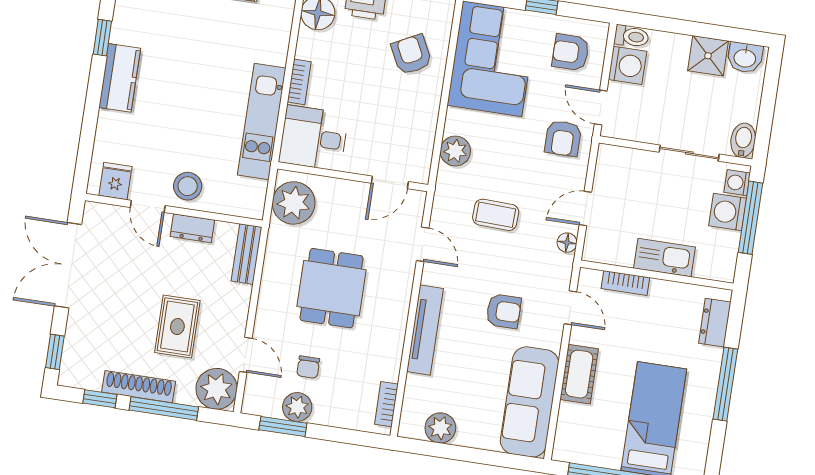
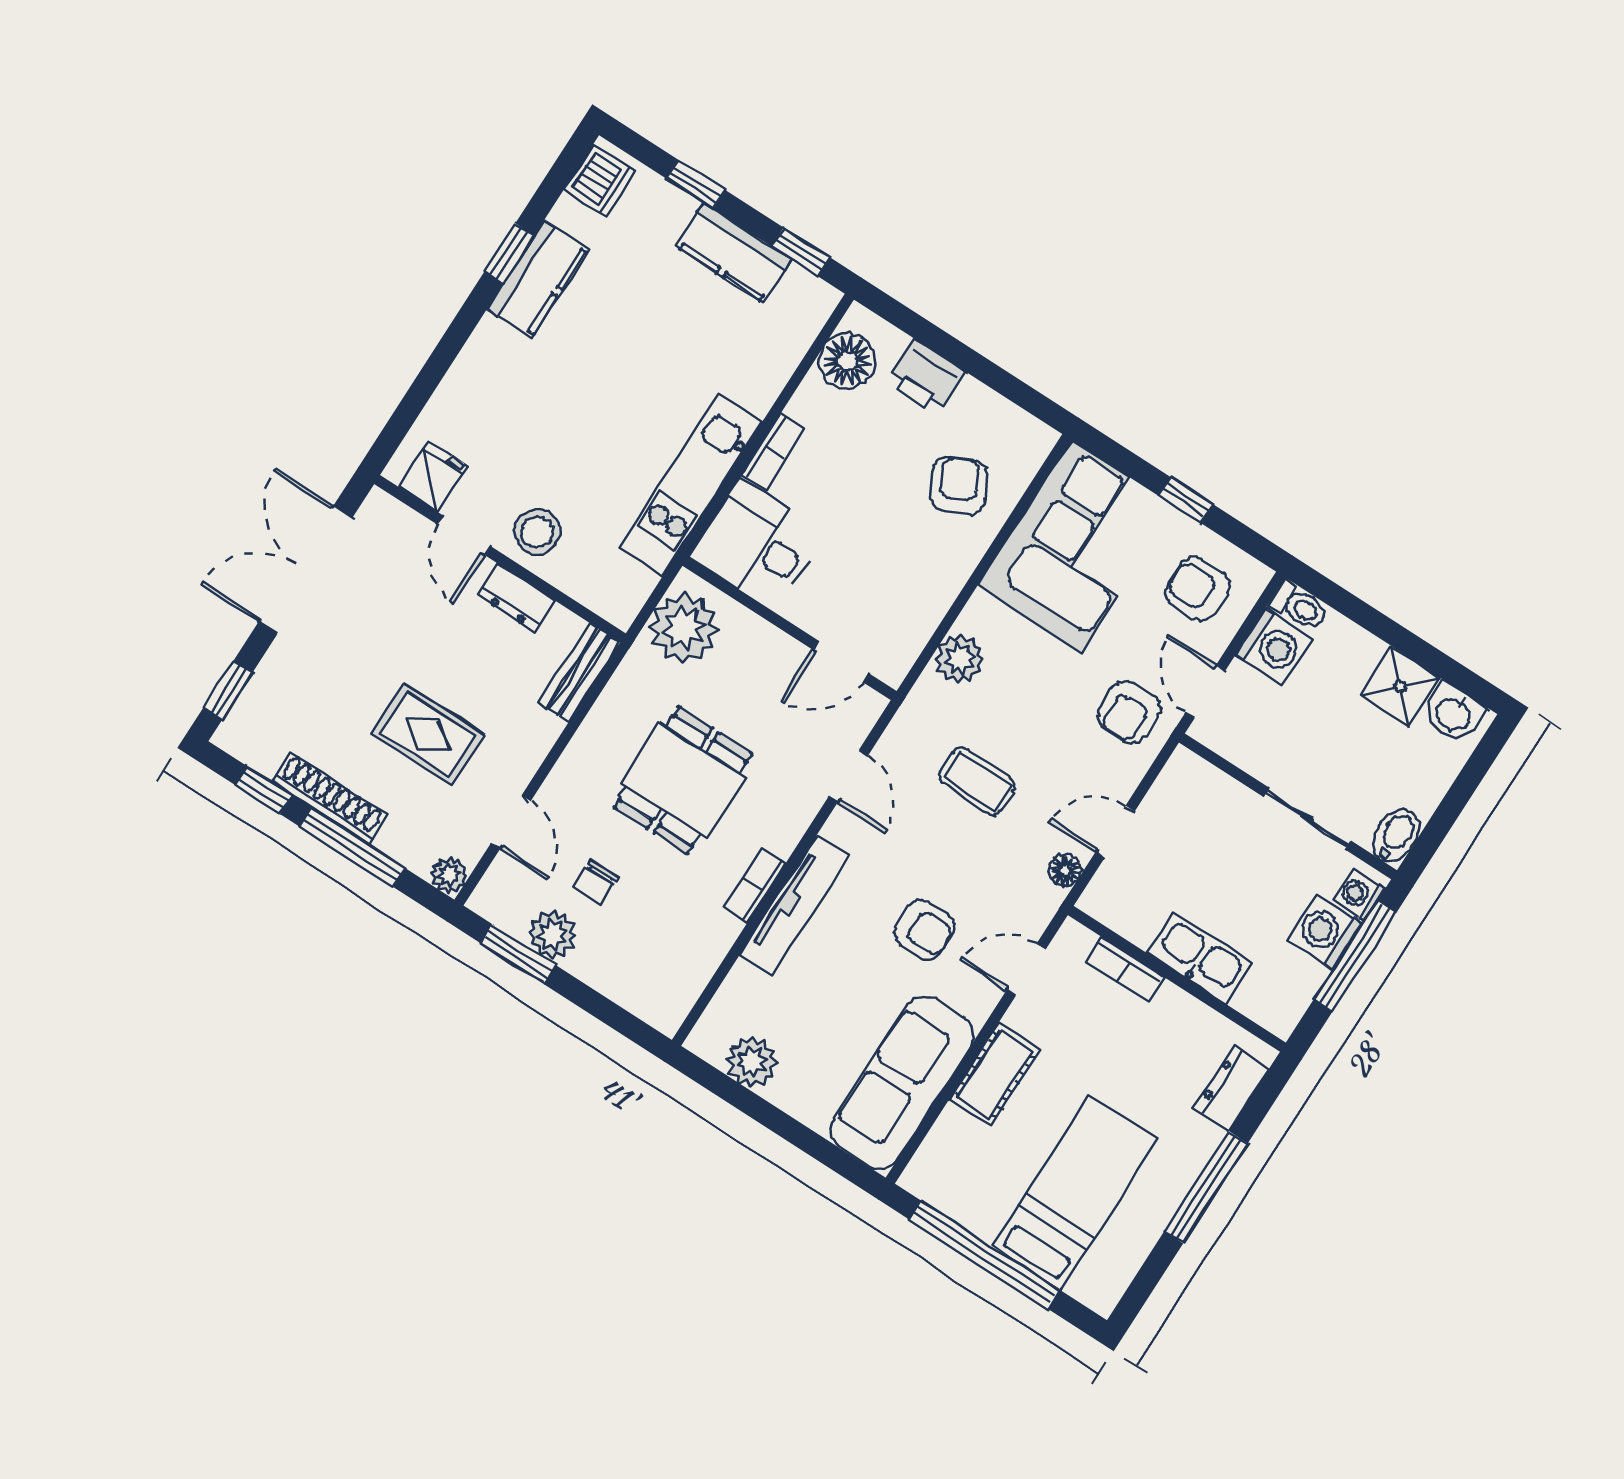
kitchen counter: (120, 78) -> (538, 279), moved
door: (570, 308) -> (1026, 970), swing flipped
rug: (177, 327) -> (428, 734), turned 90
plant: (217, 389) -> (449, 875), width x0.53, depth x0.53
bookcase: (386, 404) -> (755, 885), moved

